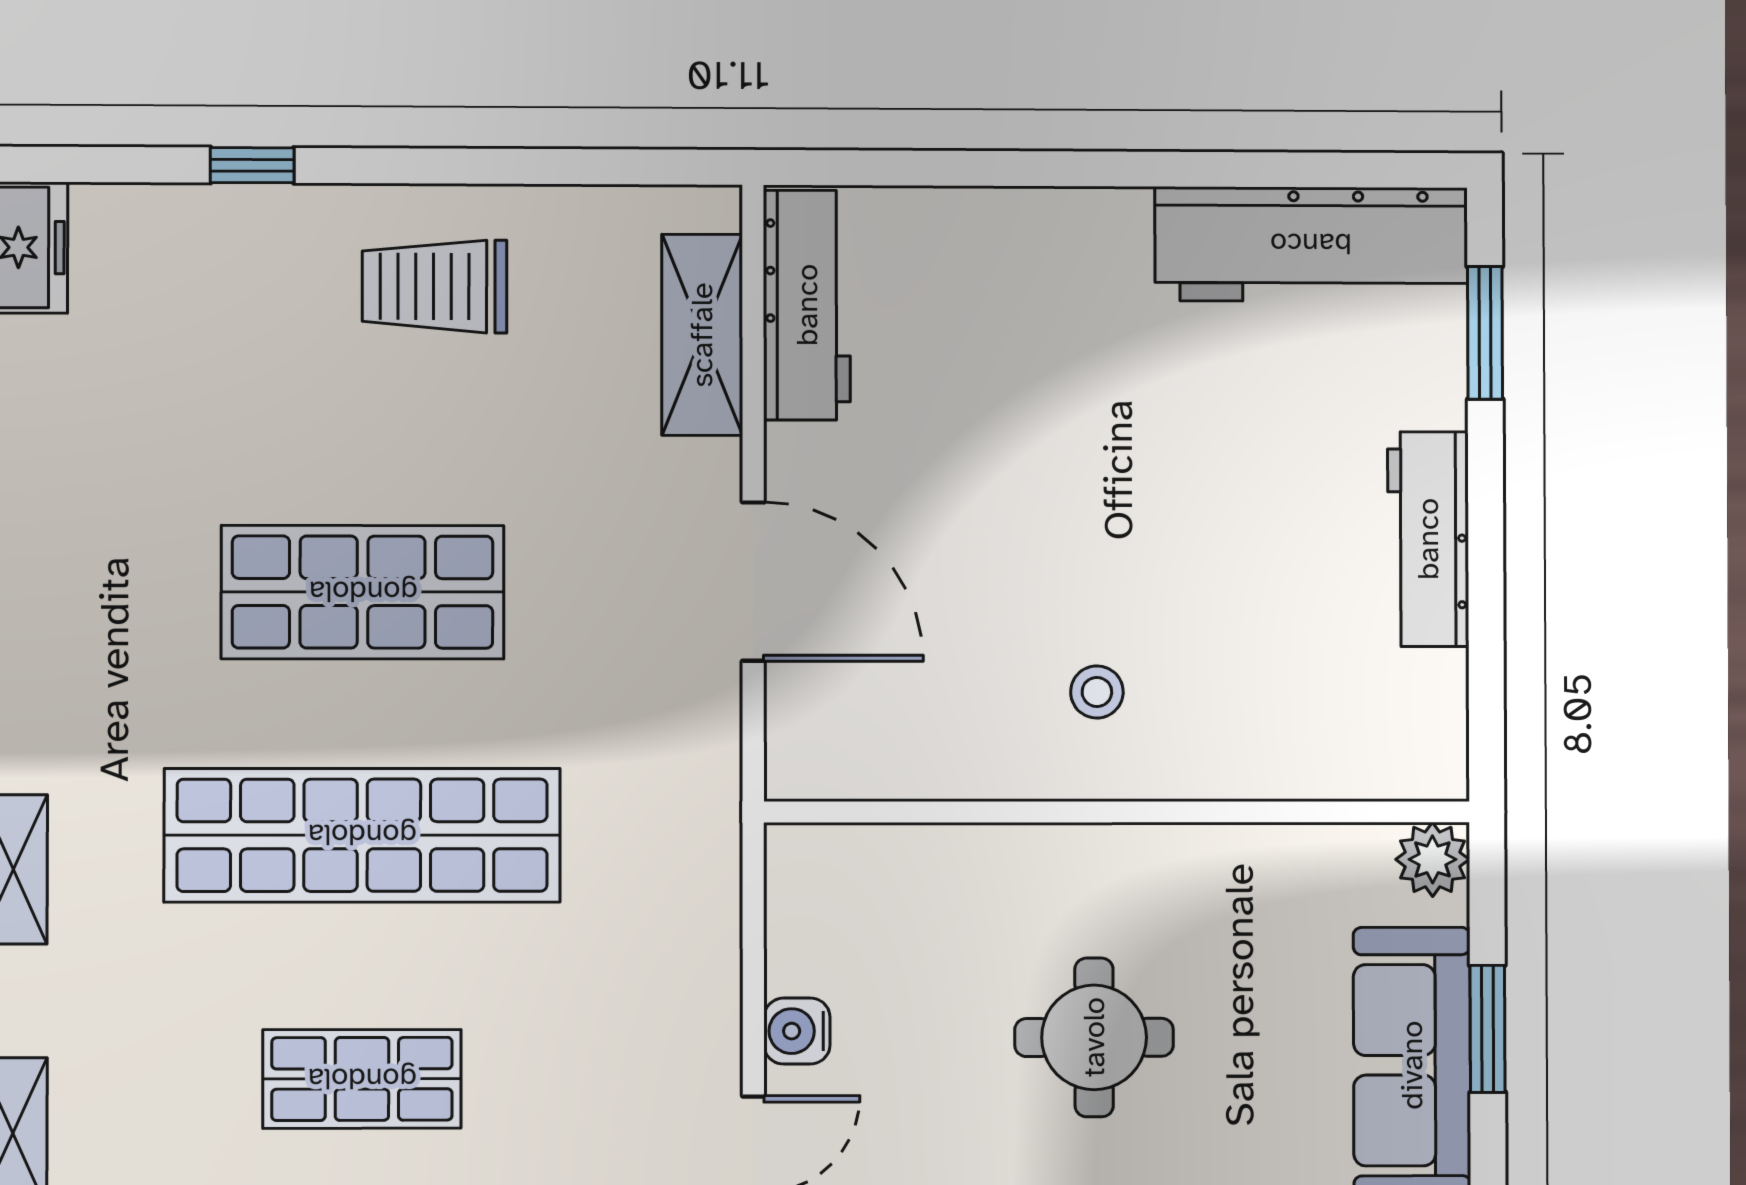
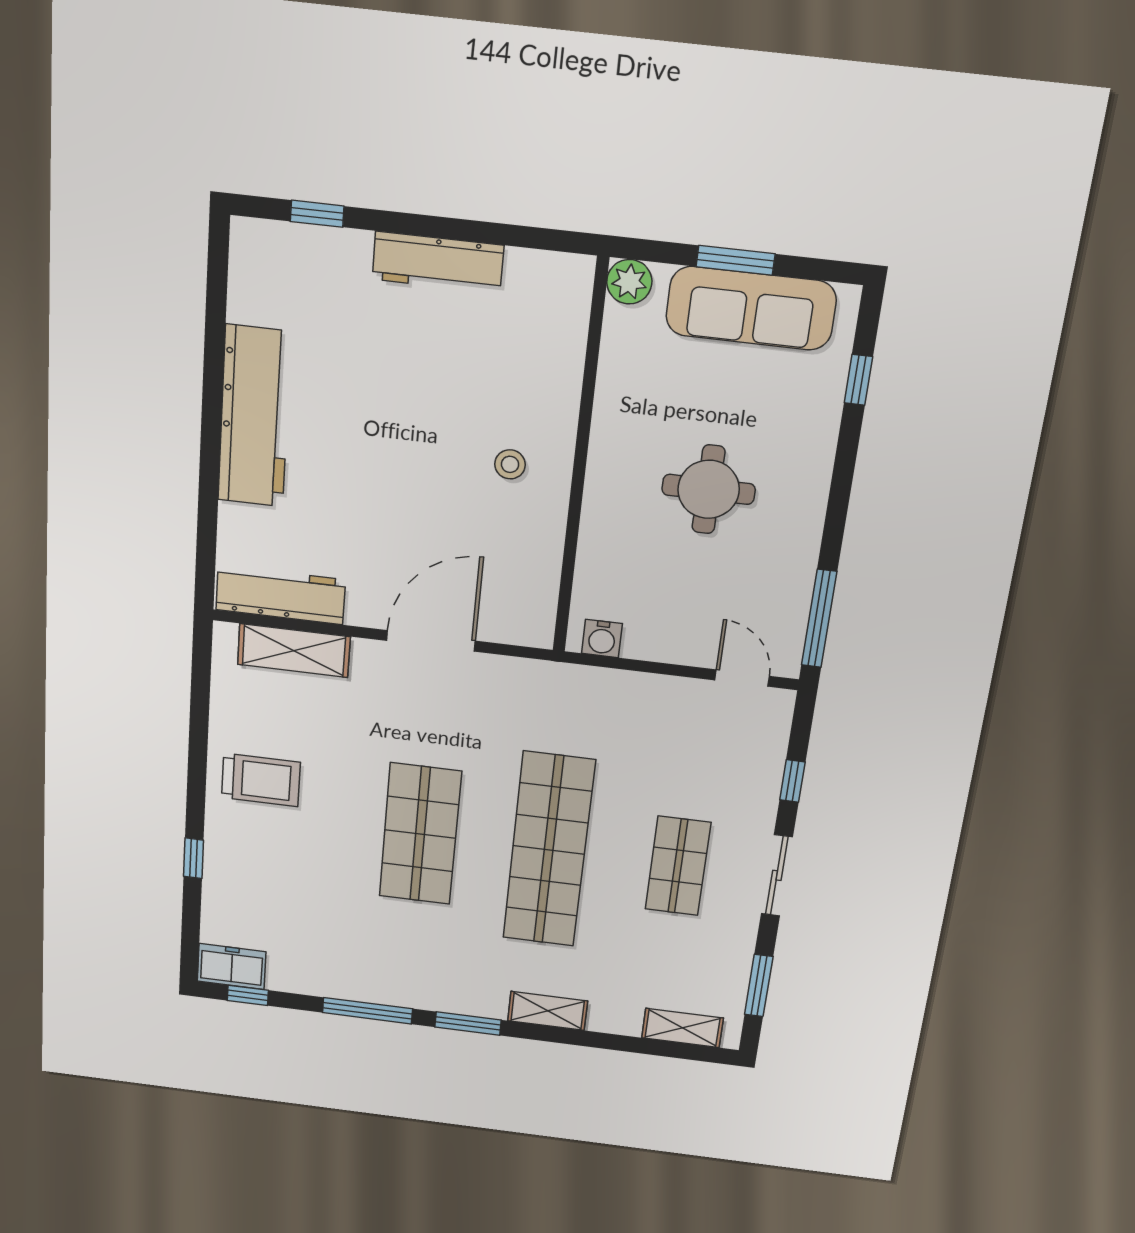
workbench: (1311, 244) -> (254, 417), moved
trolley: (435, 286) -> (261, 780), turned -90
window: (1485, 333) -> (317, 214), width x0.67
water cooler: (797, 1031) -> (602, 638), moved

